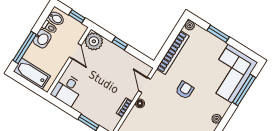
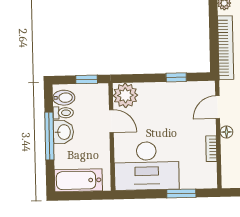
window: (120, 43) -> (176, 77), moved
window: (25, 47) -> (49, 136), moved
door: (144, 85) -> (218, 107), hinge flipped
desk: (67, 90) -> (147, 166), width x1.87, depth x1.30

